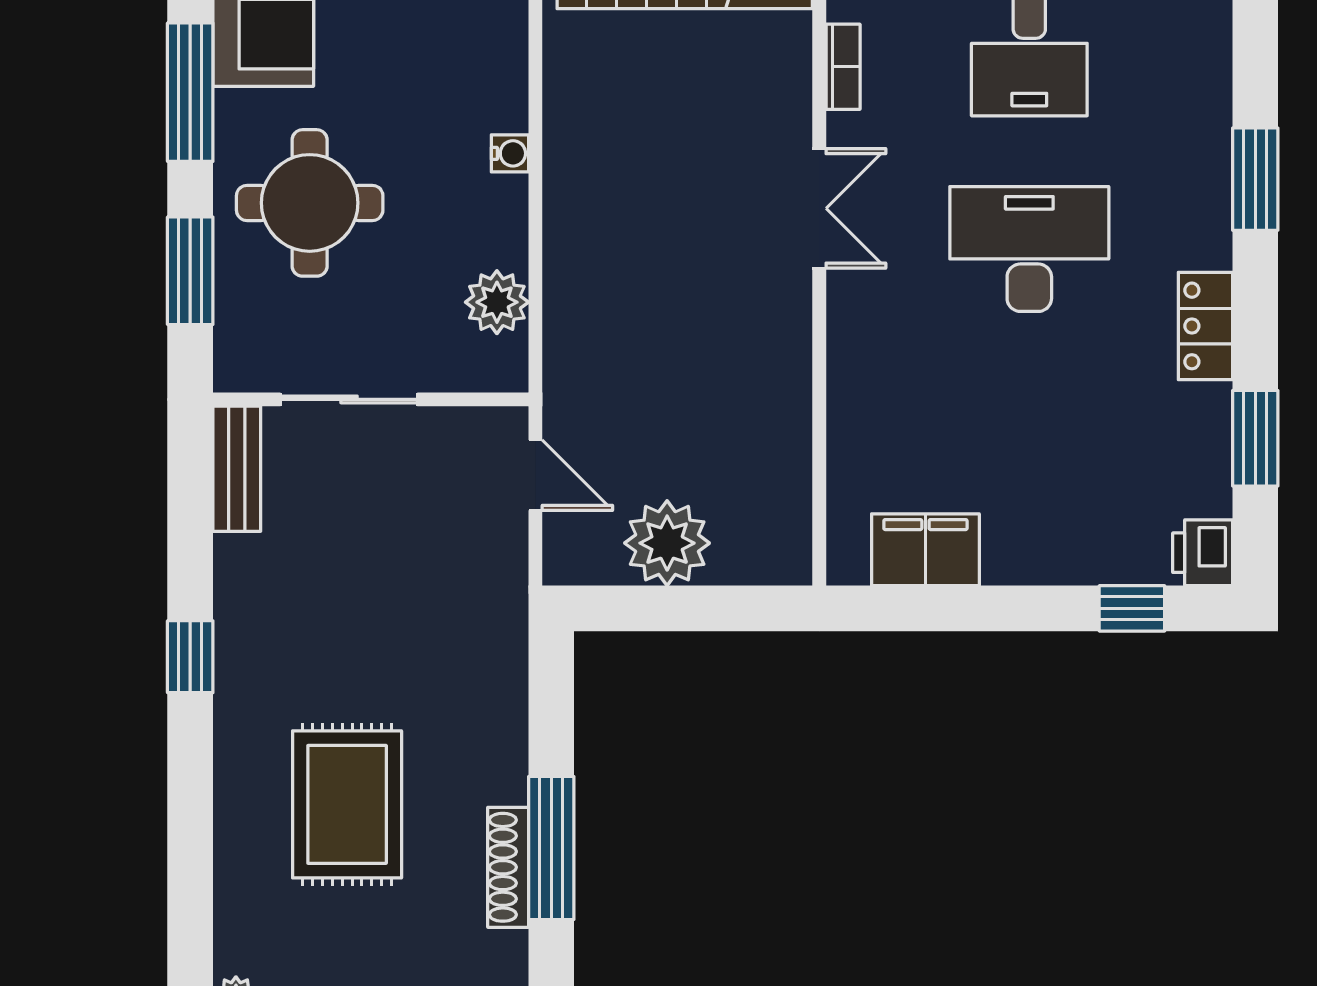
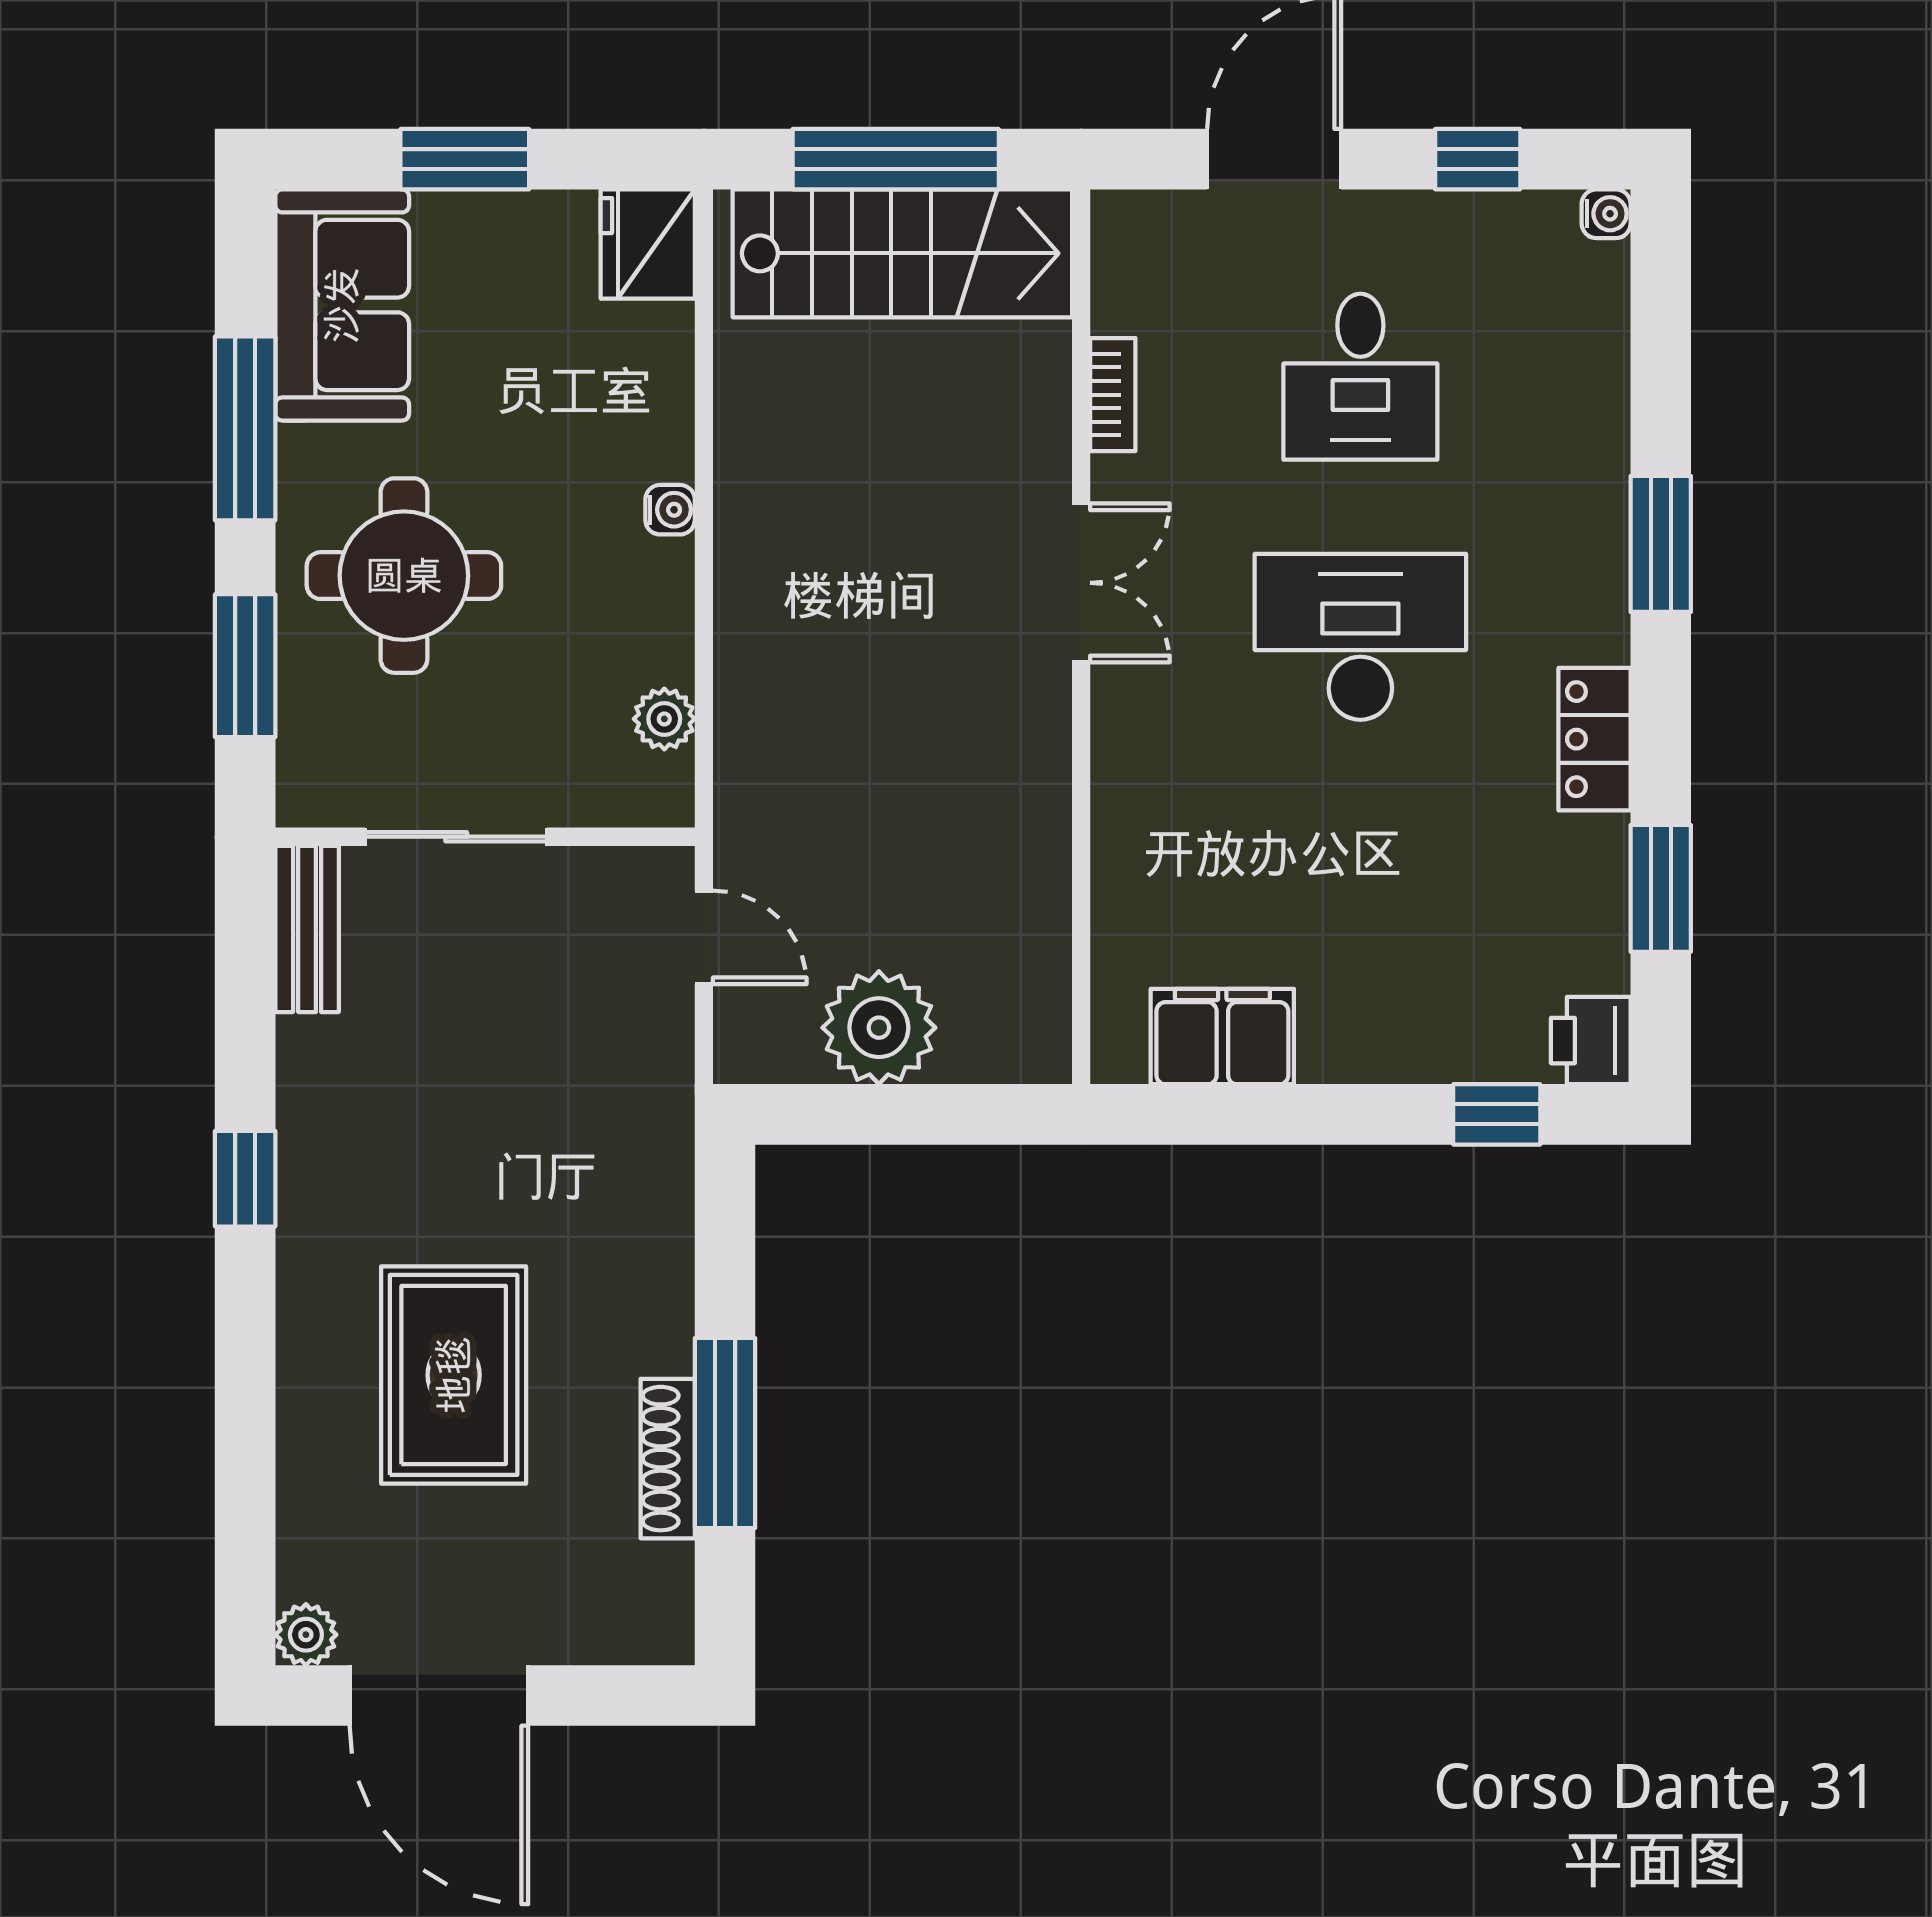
plant: (497, 302) -> (664, 719), width x0.73, depth x0.73

